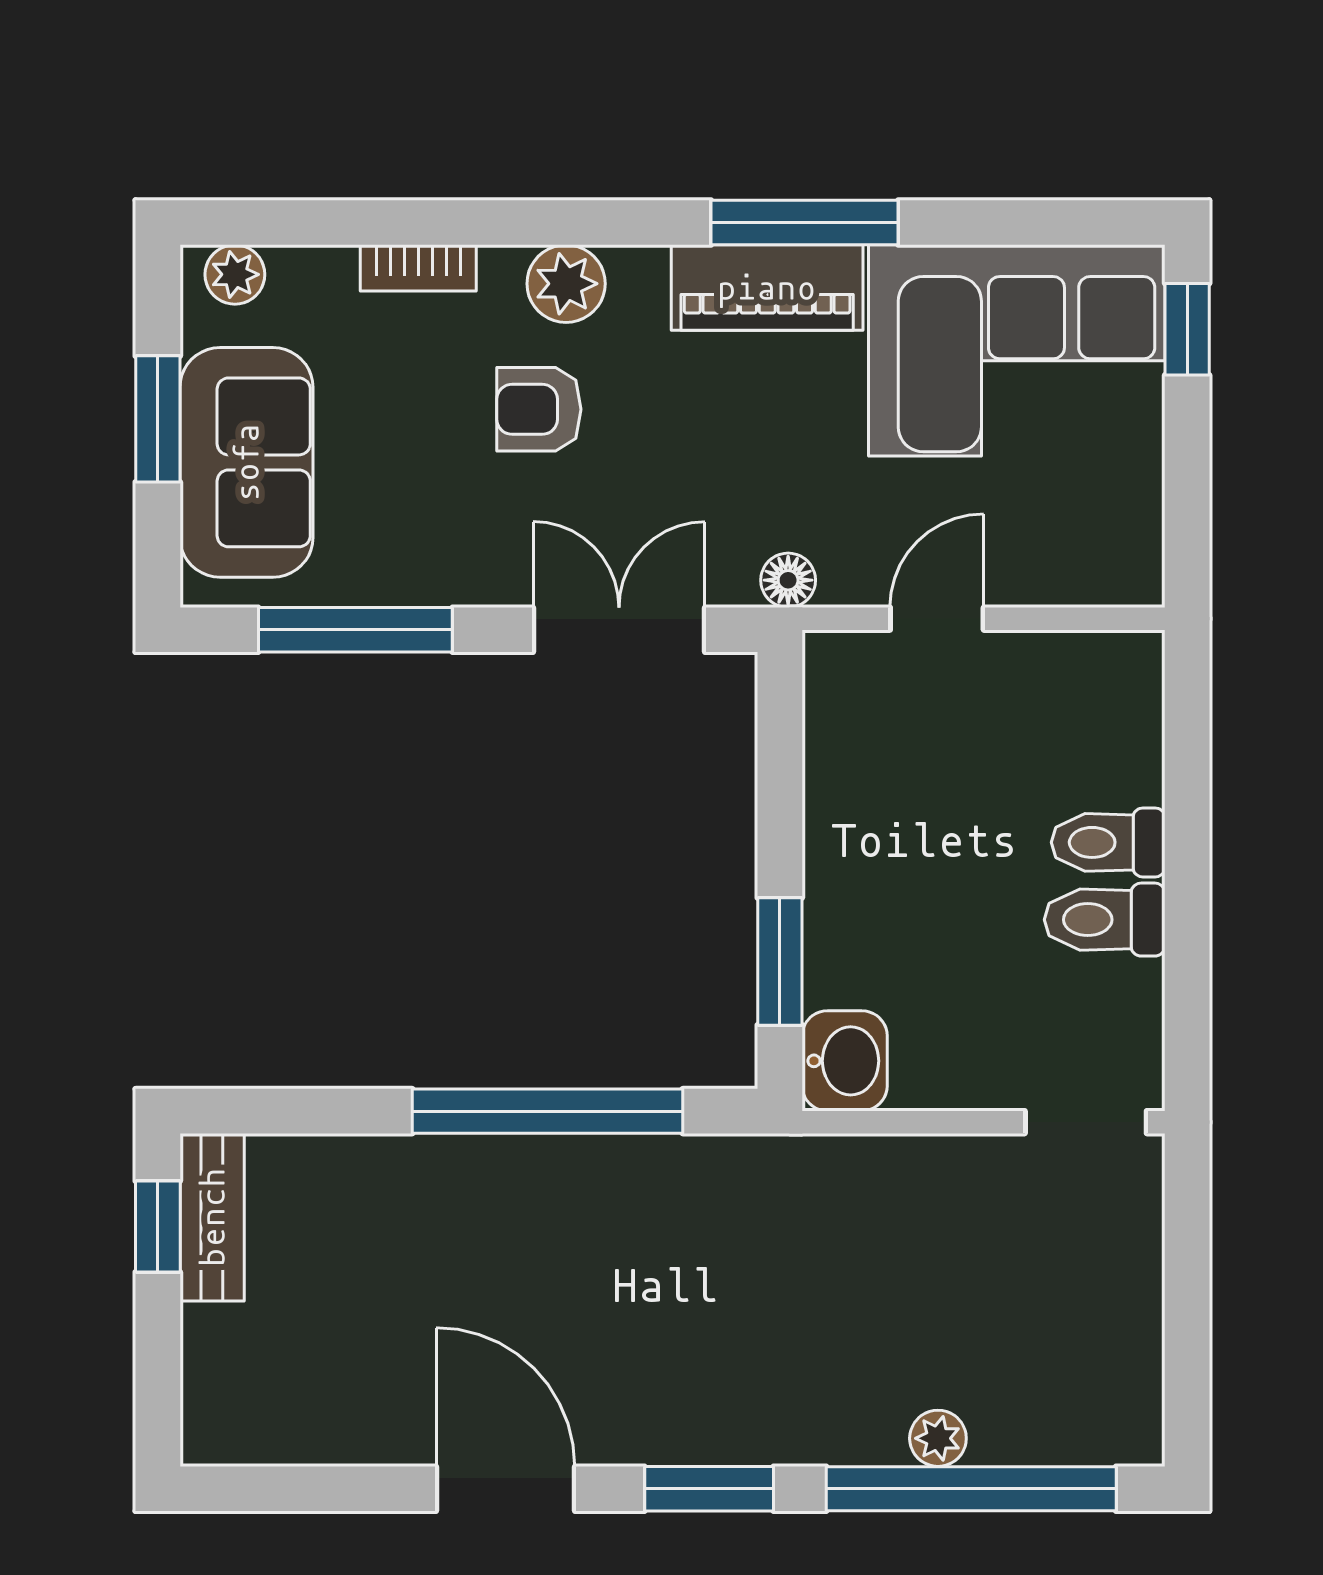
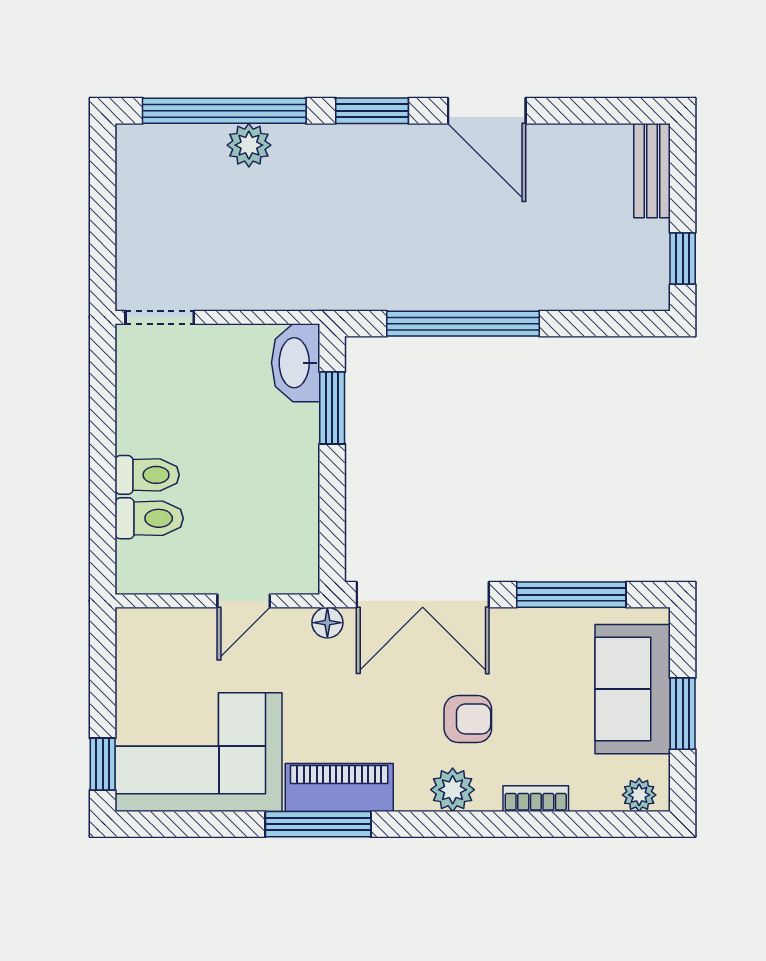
double door: (619, 630) -> (423, 595), width x1.37
toilet: (1105, 920) -> (149, 518), moved
washbasin: (845, 1061) -> (296, 363), width x1.38
bench: (212, 1217) -> (652, 171), moved
plant: (938, 1438) -> (249, 145), width x1.38, depth x1.38

